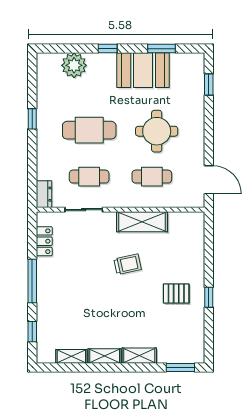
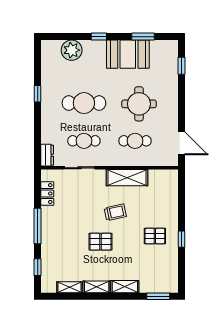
pallet: (109, 300) -> (101, 242), added

